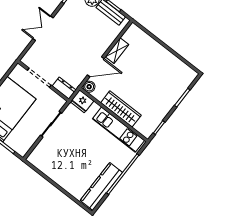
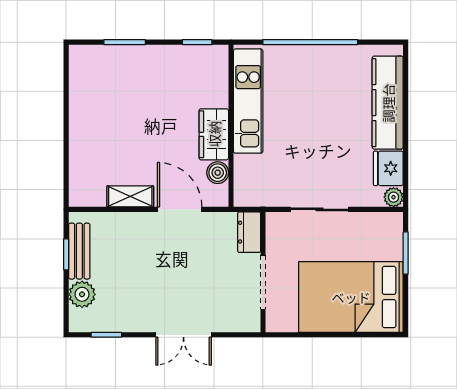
boiler: (89, 87) -> (218, 173), moved
fridge: (82, 101) -> (388, 168), moved, turned 180
wardrobe: (121, 109) -> (214, 134), width x0.67
plant: (32, 159) -> (394, 197), added
kitchen counter: (101, 186) -> (388, 103), moved, turned 90

